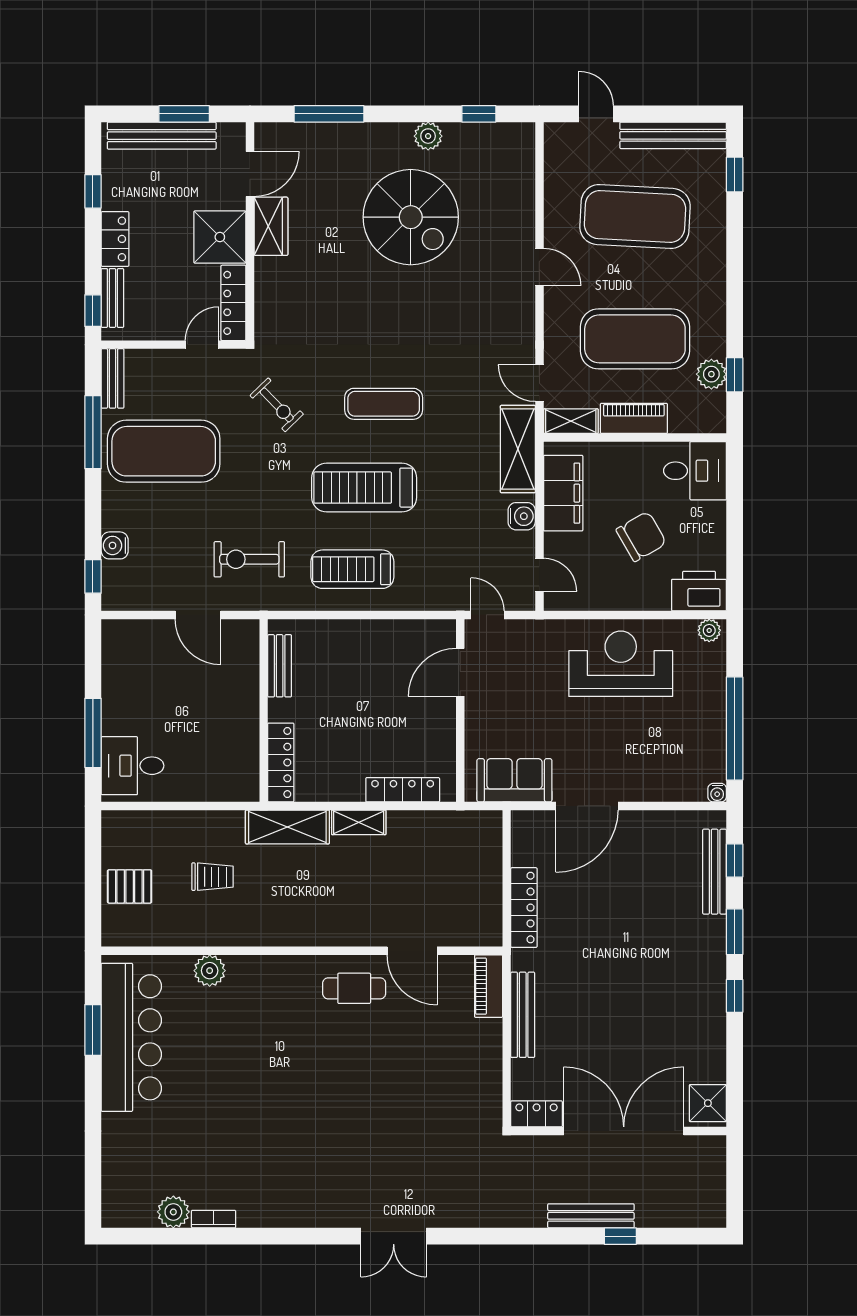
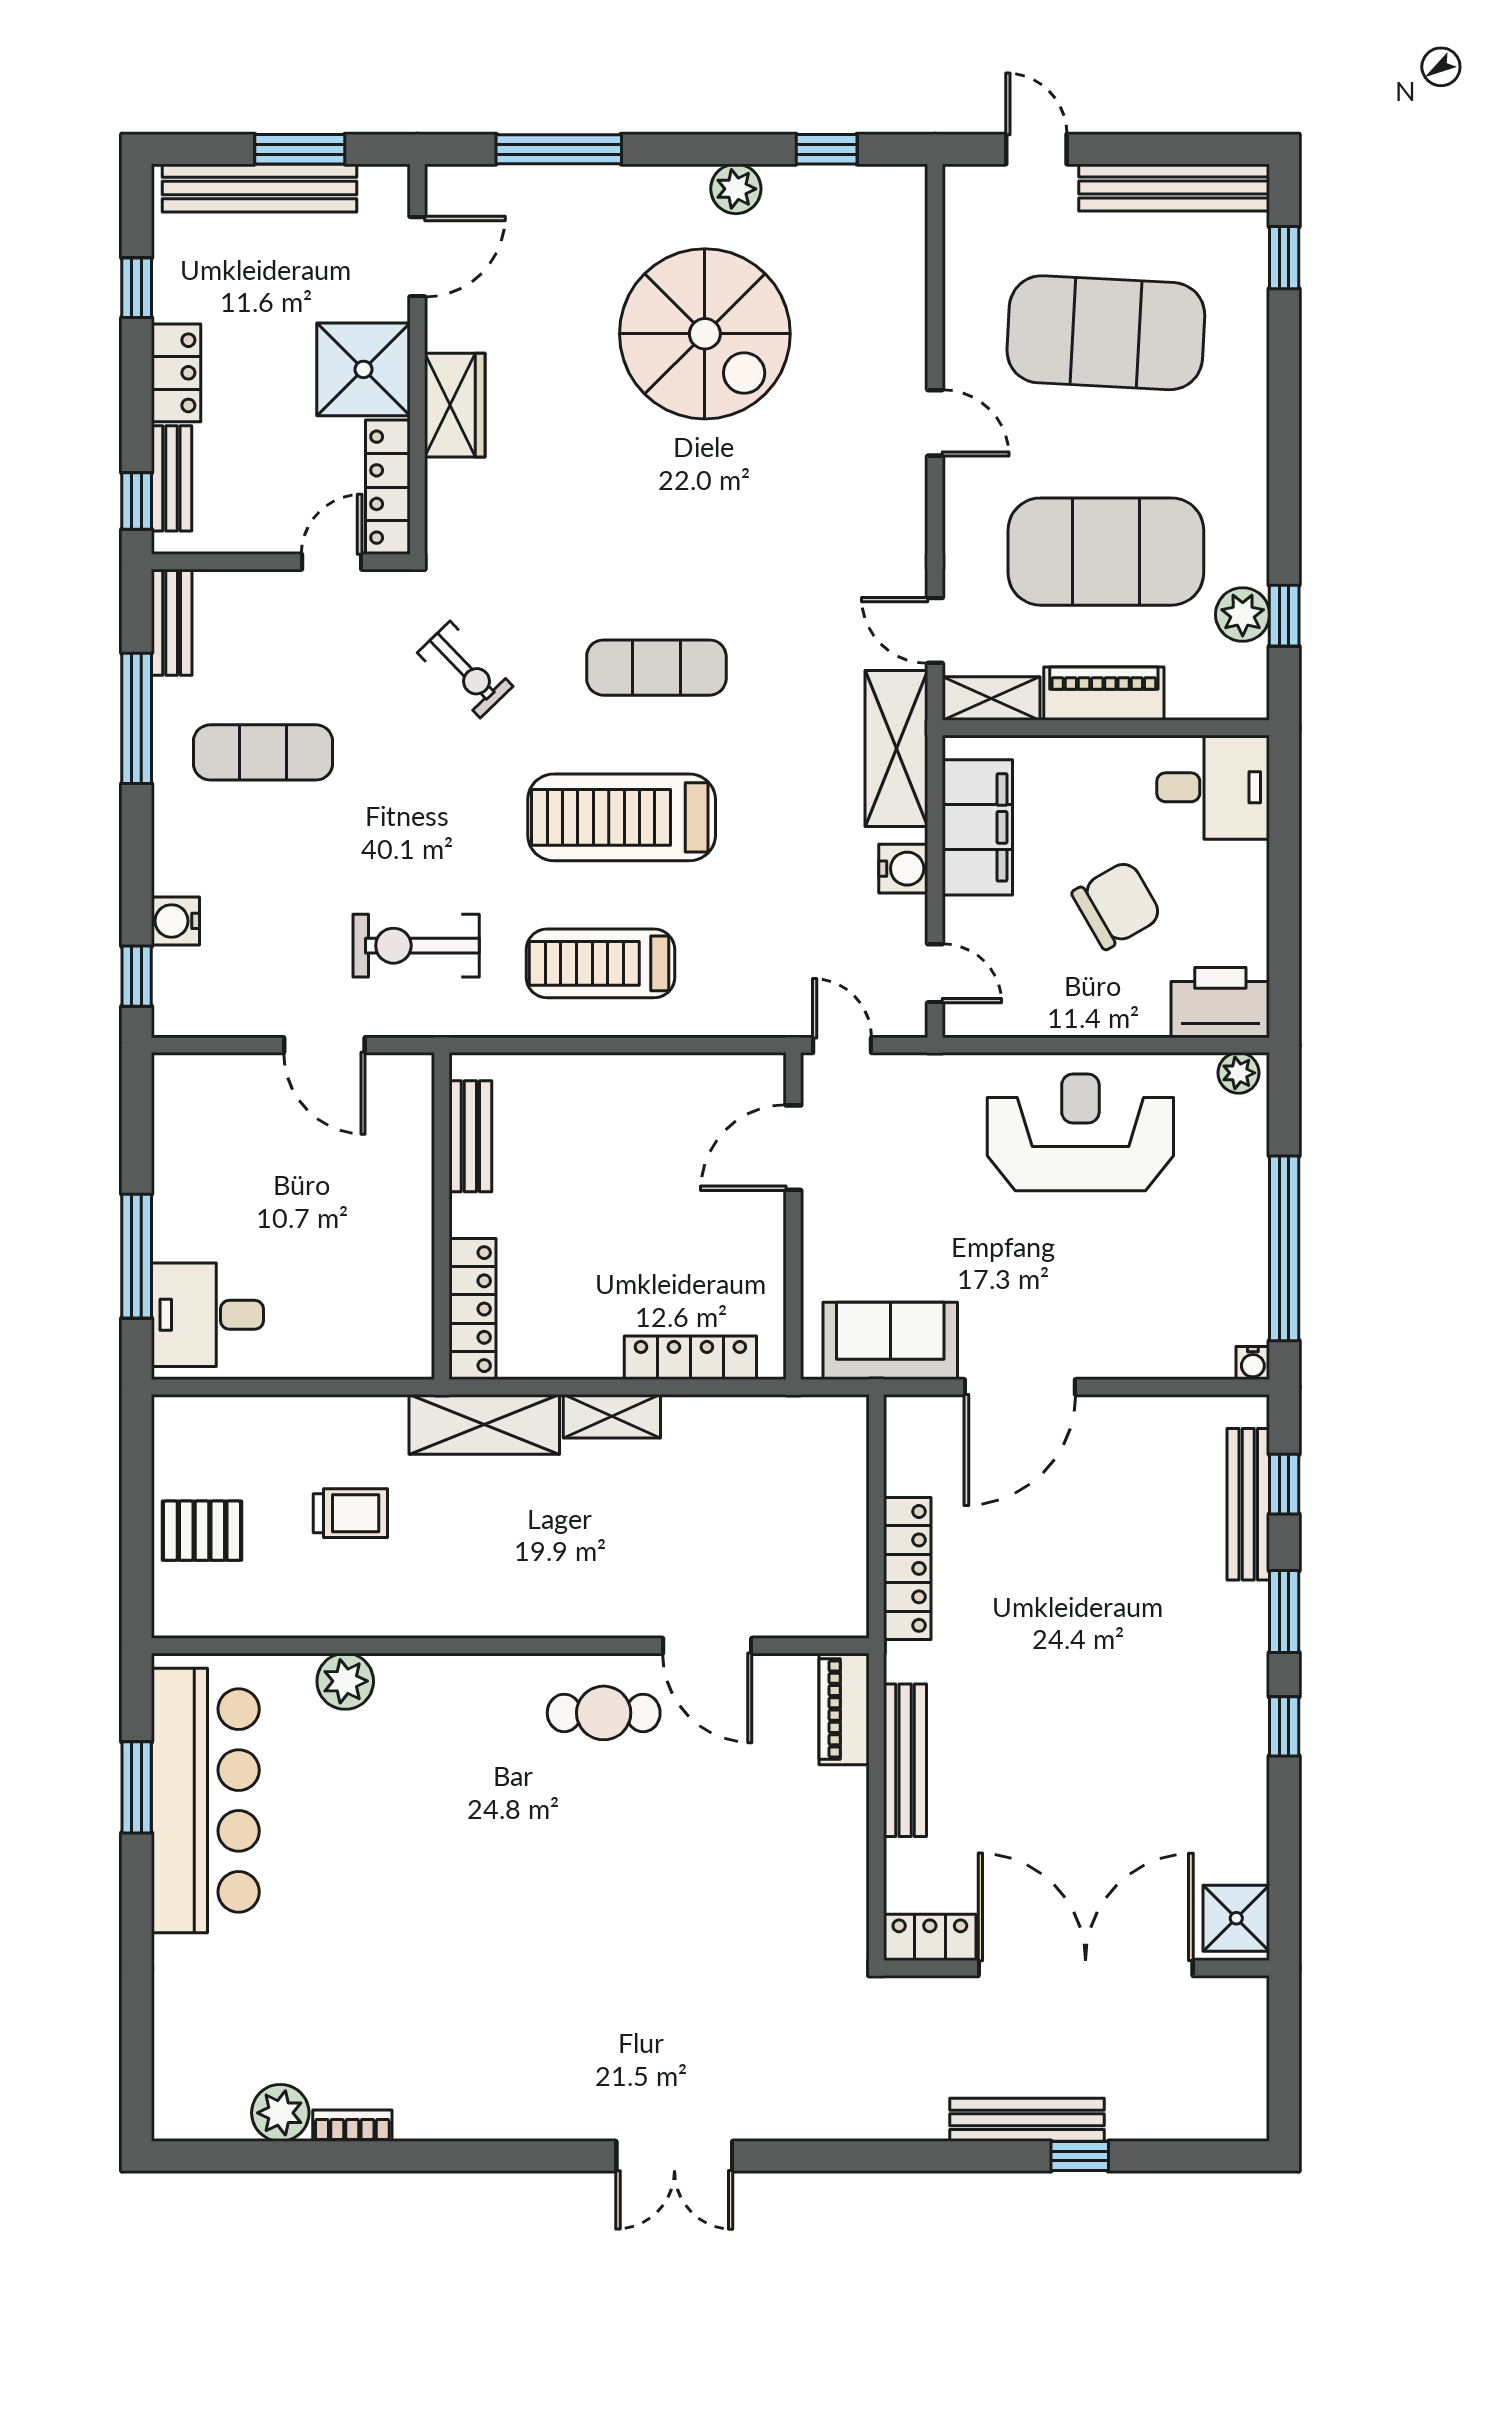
wardrobe: (271, 226) -> (455, 405), moved
exercise mat: (164, 451) -> (263, 752), width x0.50, depth x0.69

